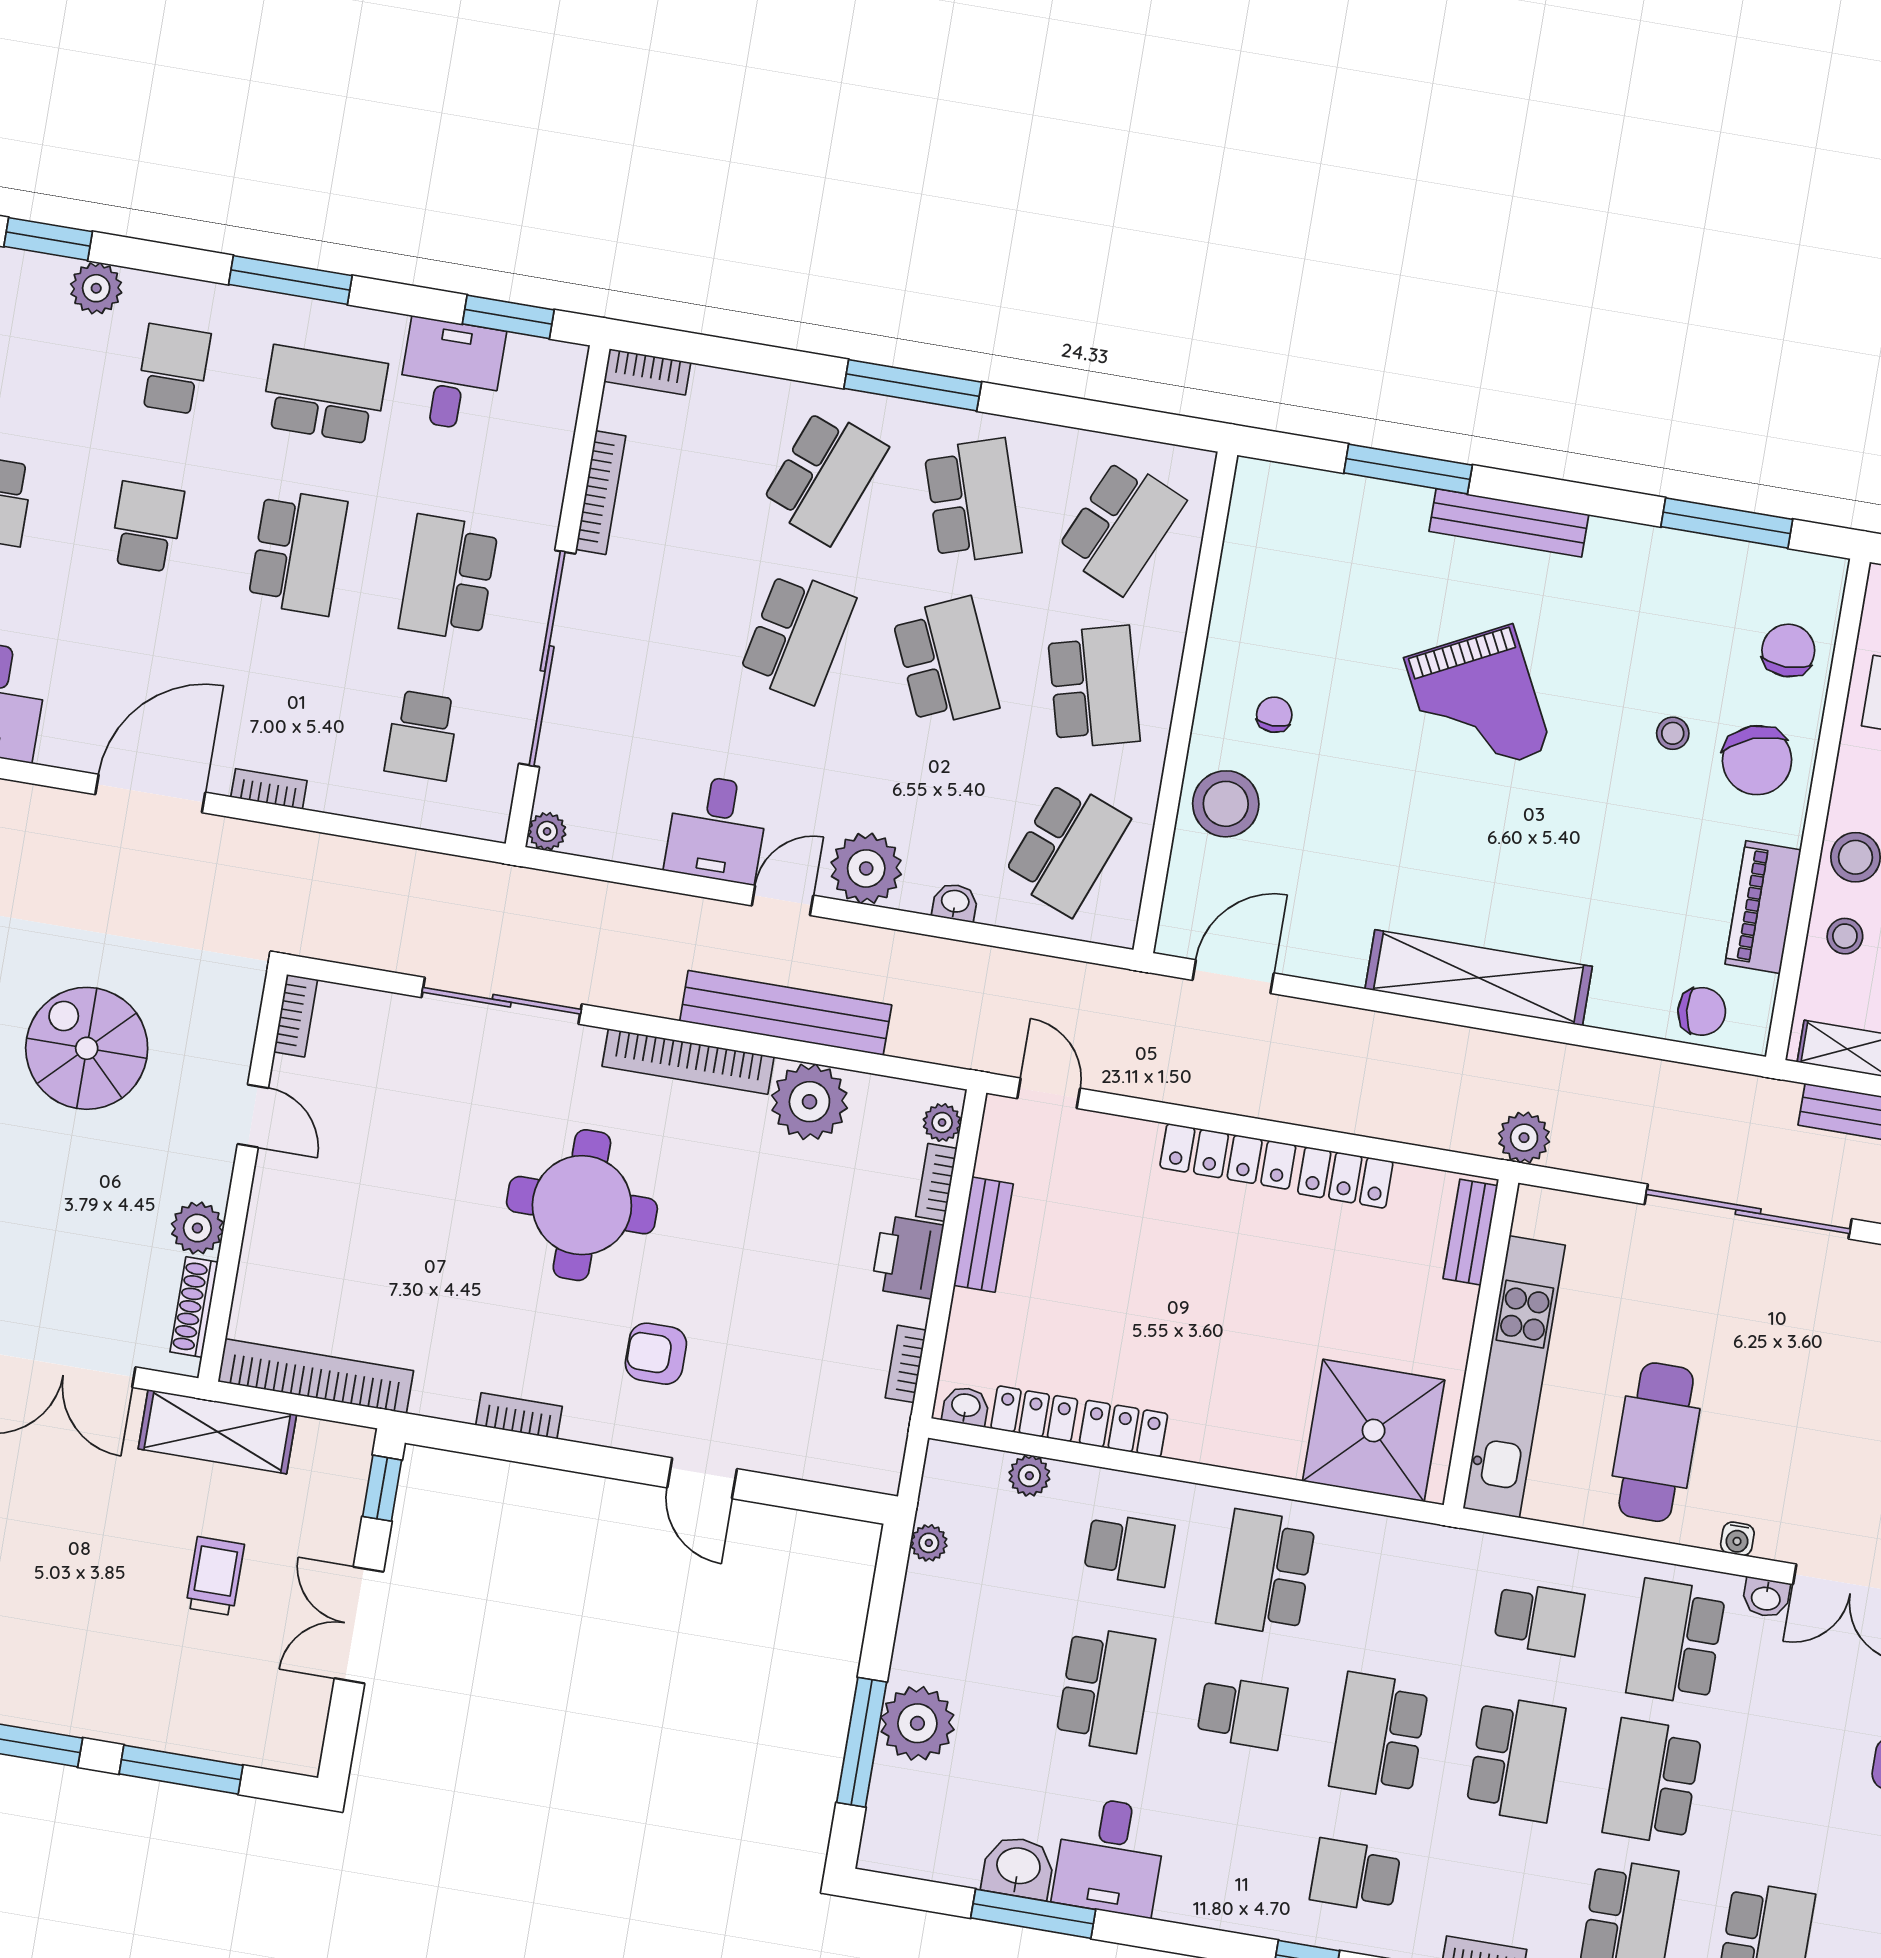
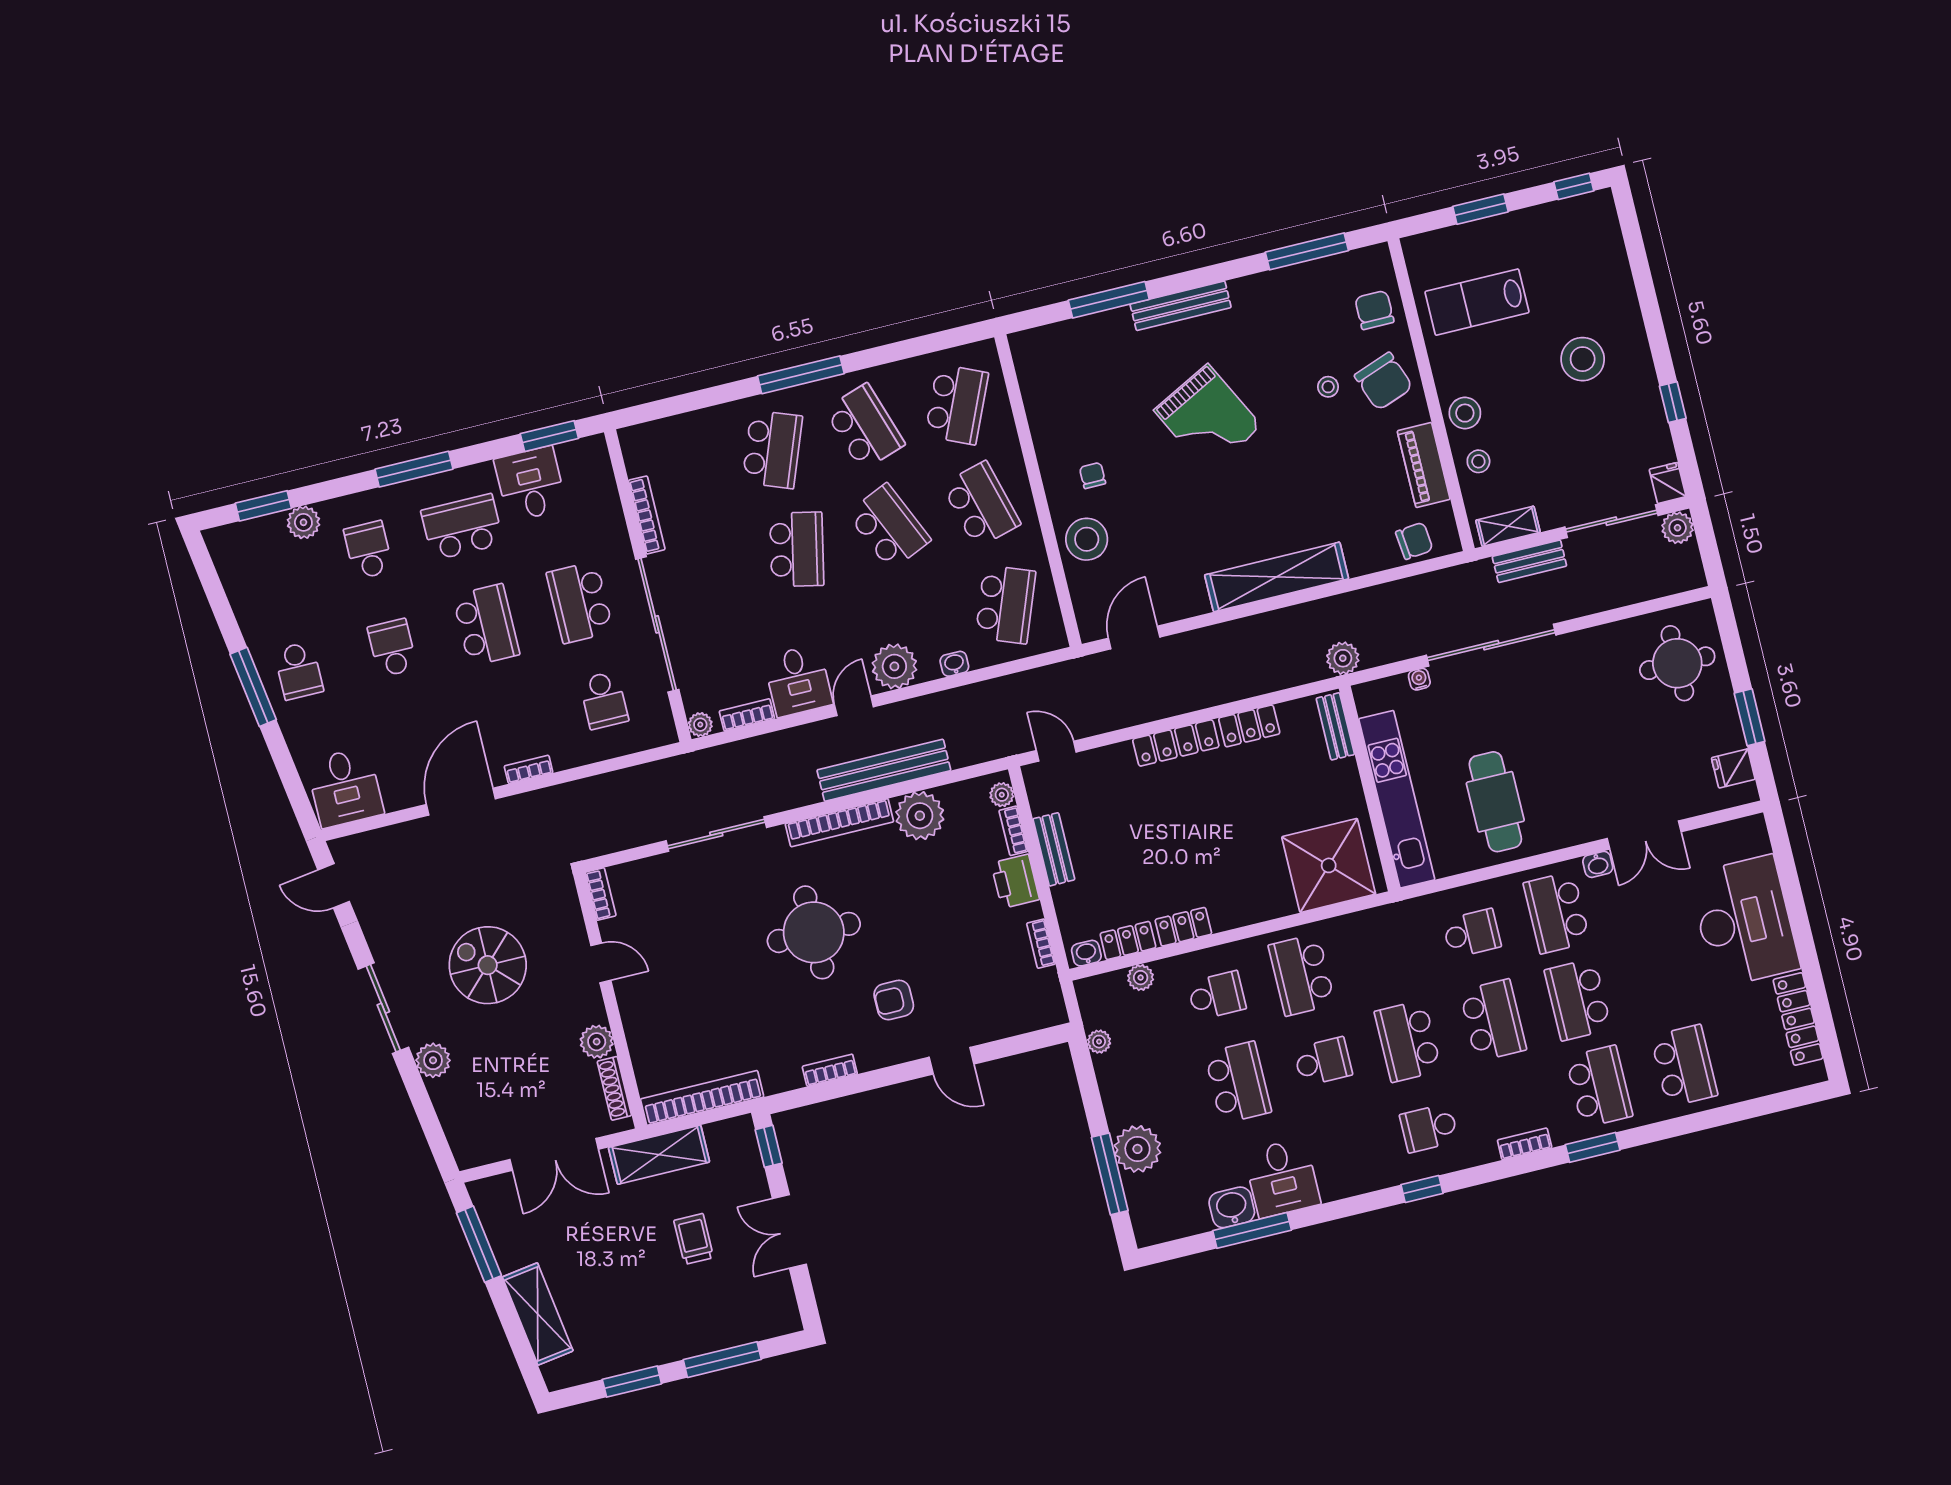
bookcase: (647, 372) -> (747, 715), moved, turned 180
water cooler: (1737, 1539) -> (1419, 679), moved, turned 180

